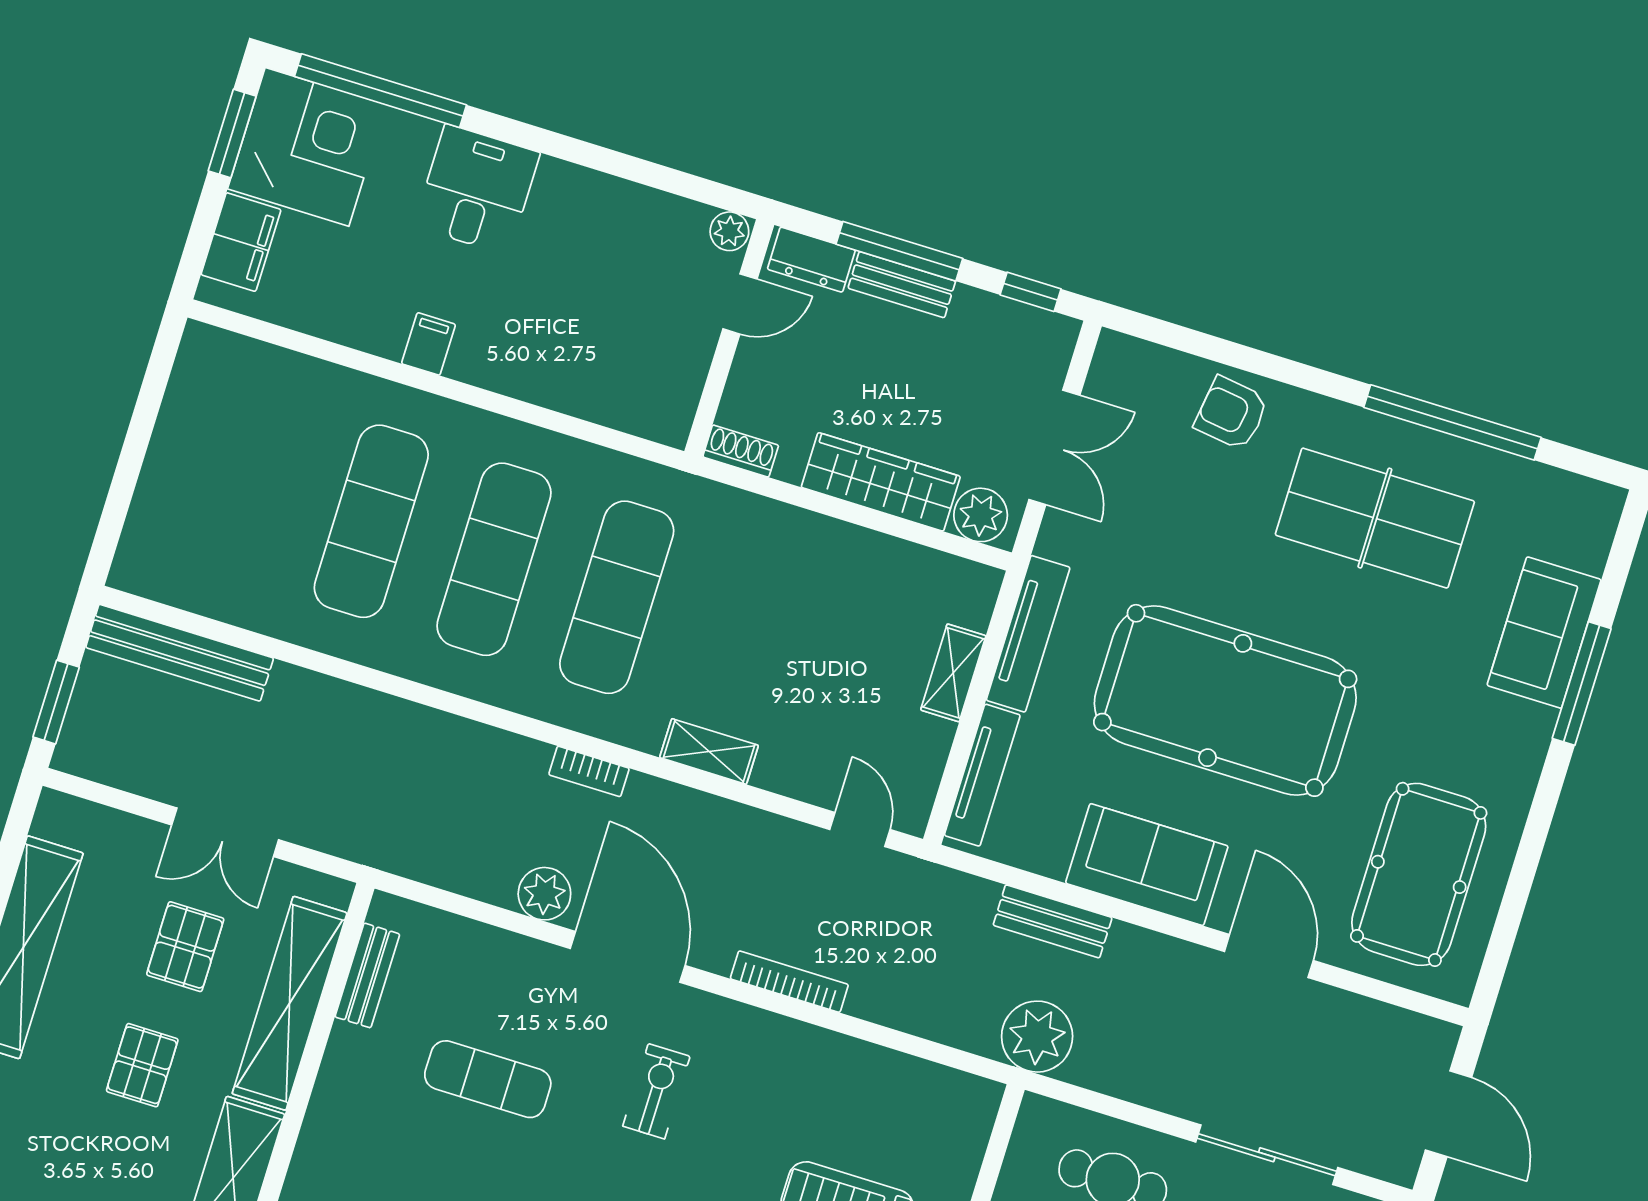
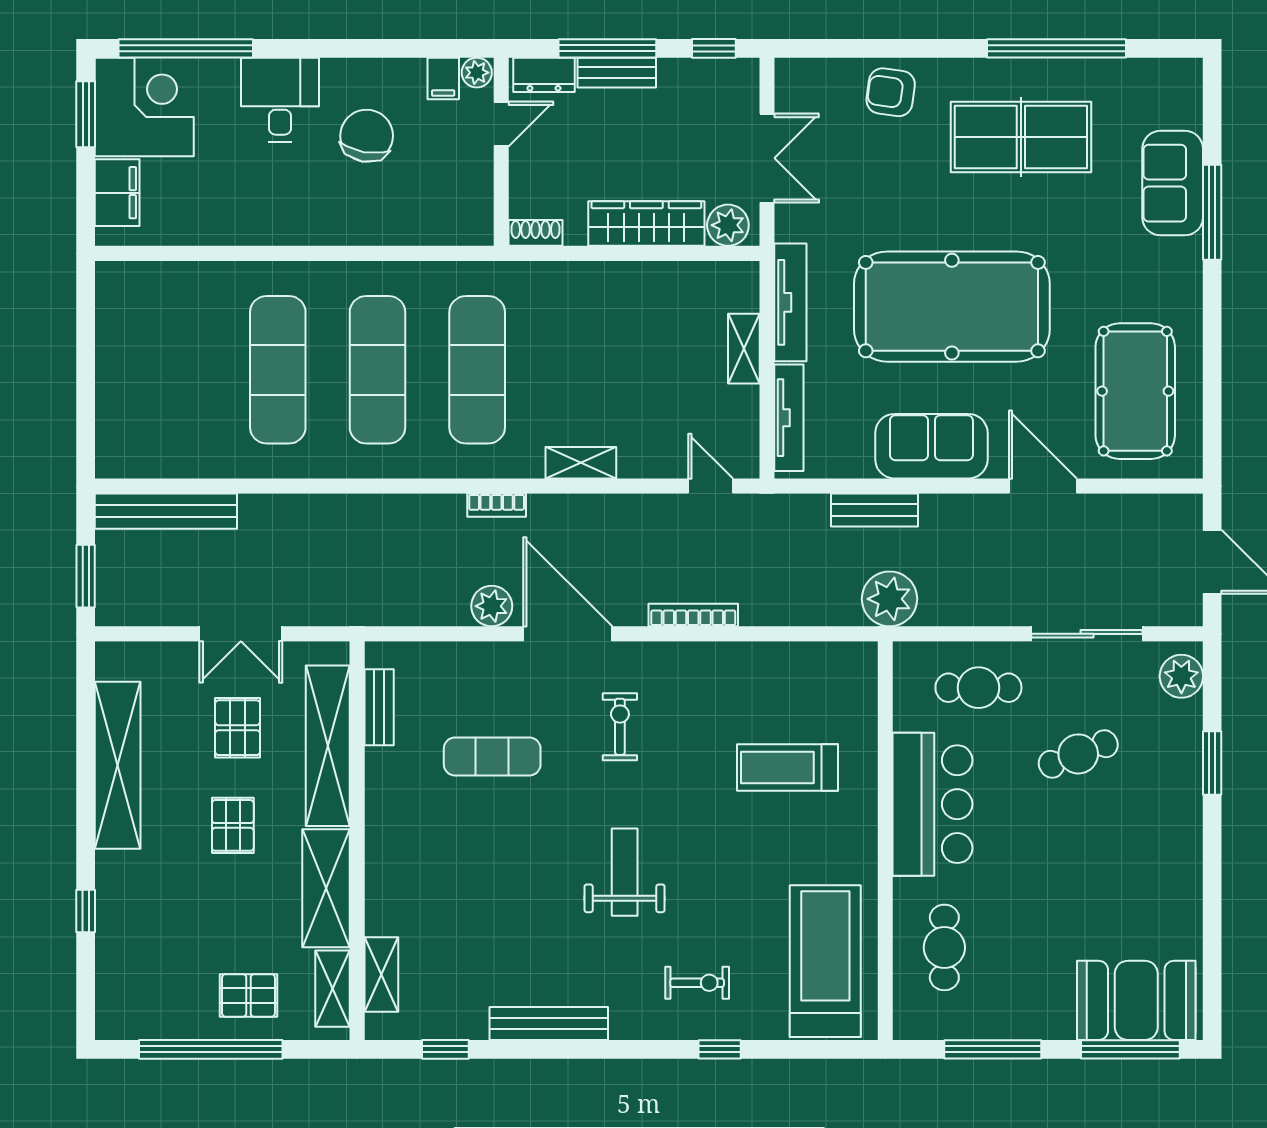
chair: (570, 267) -> (367, 136), added
filing cabinet: (428, 344) -> (443, 78), moved, turned 180

